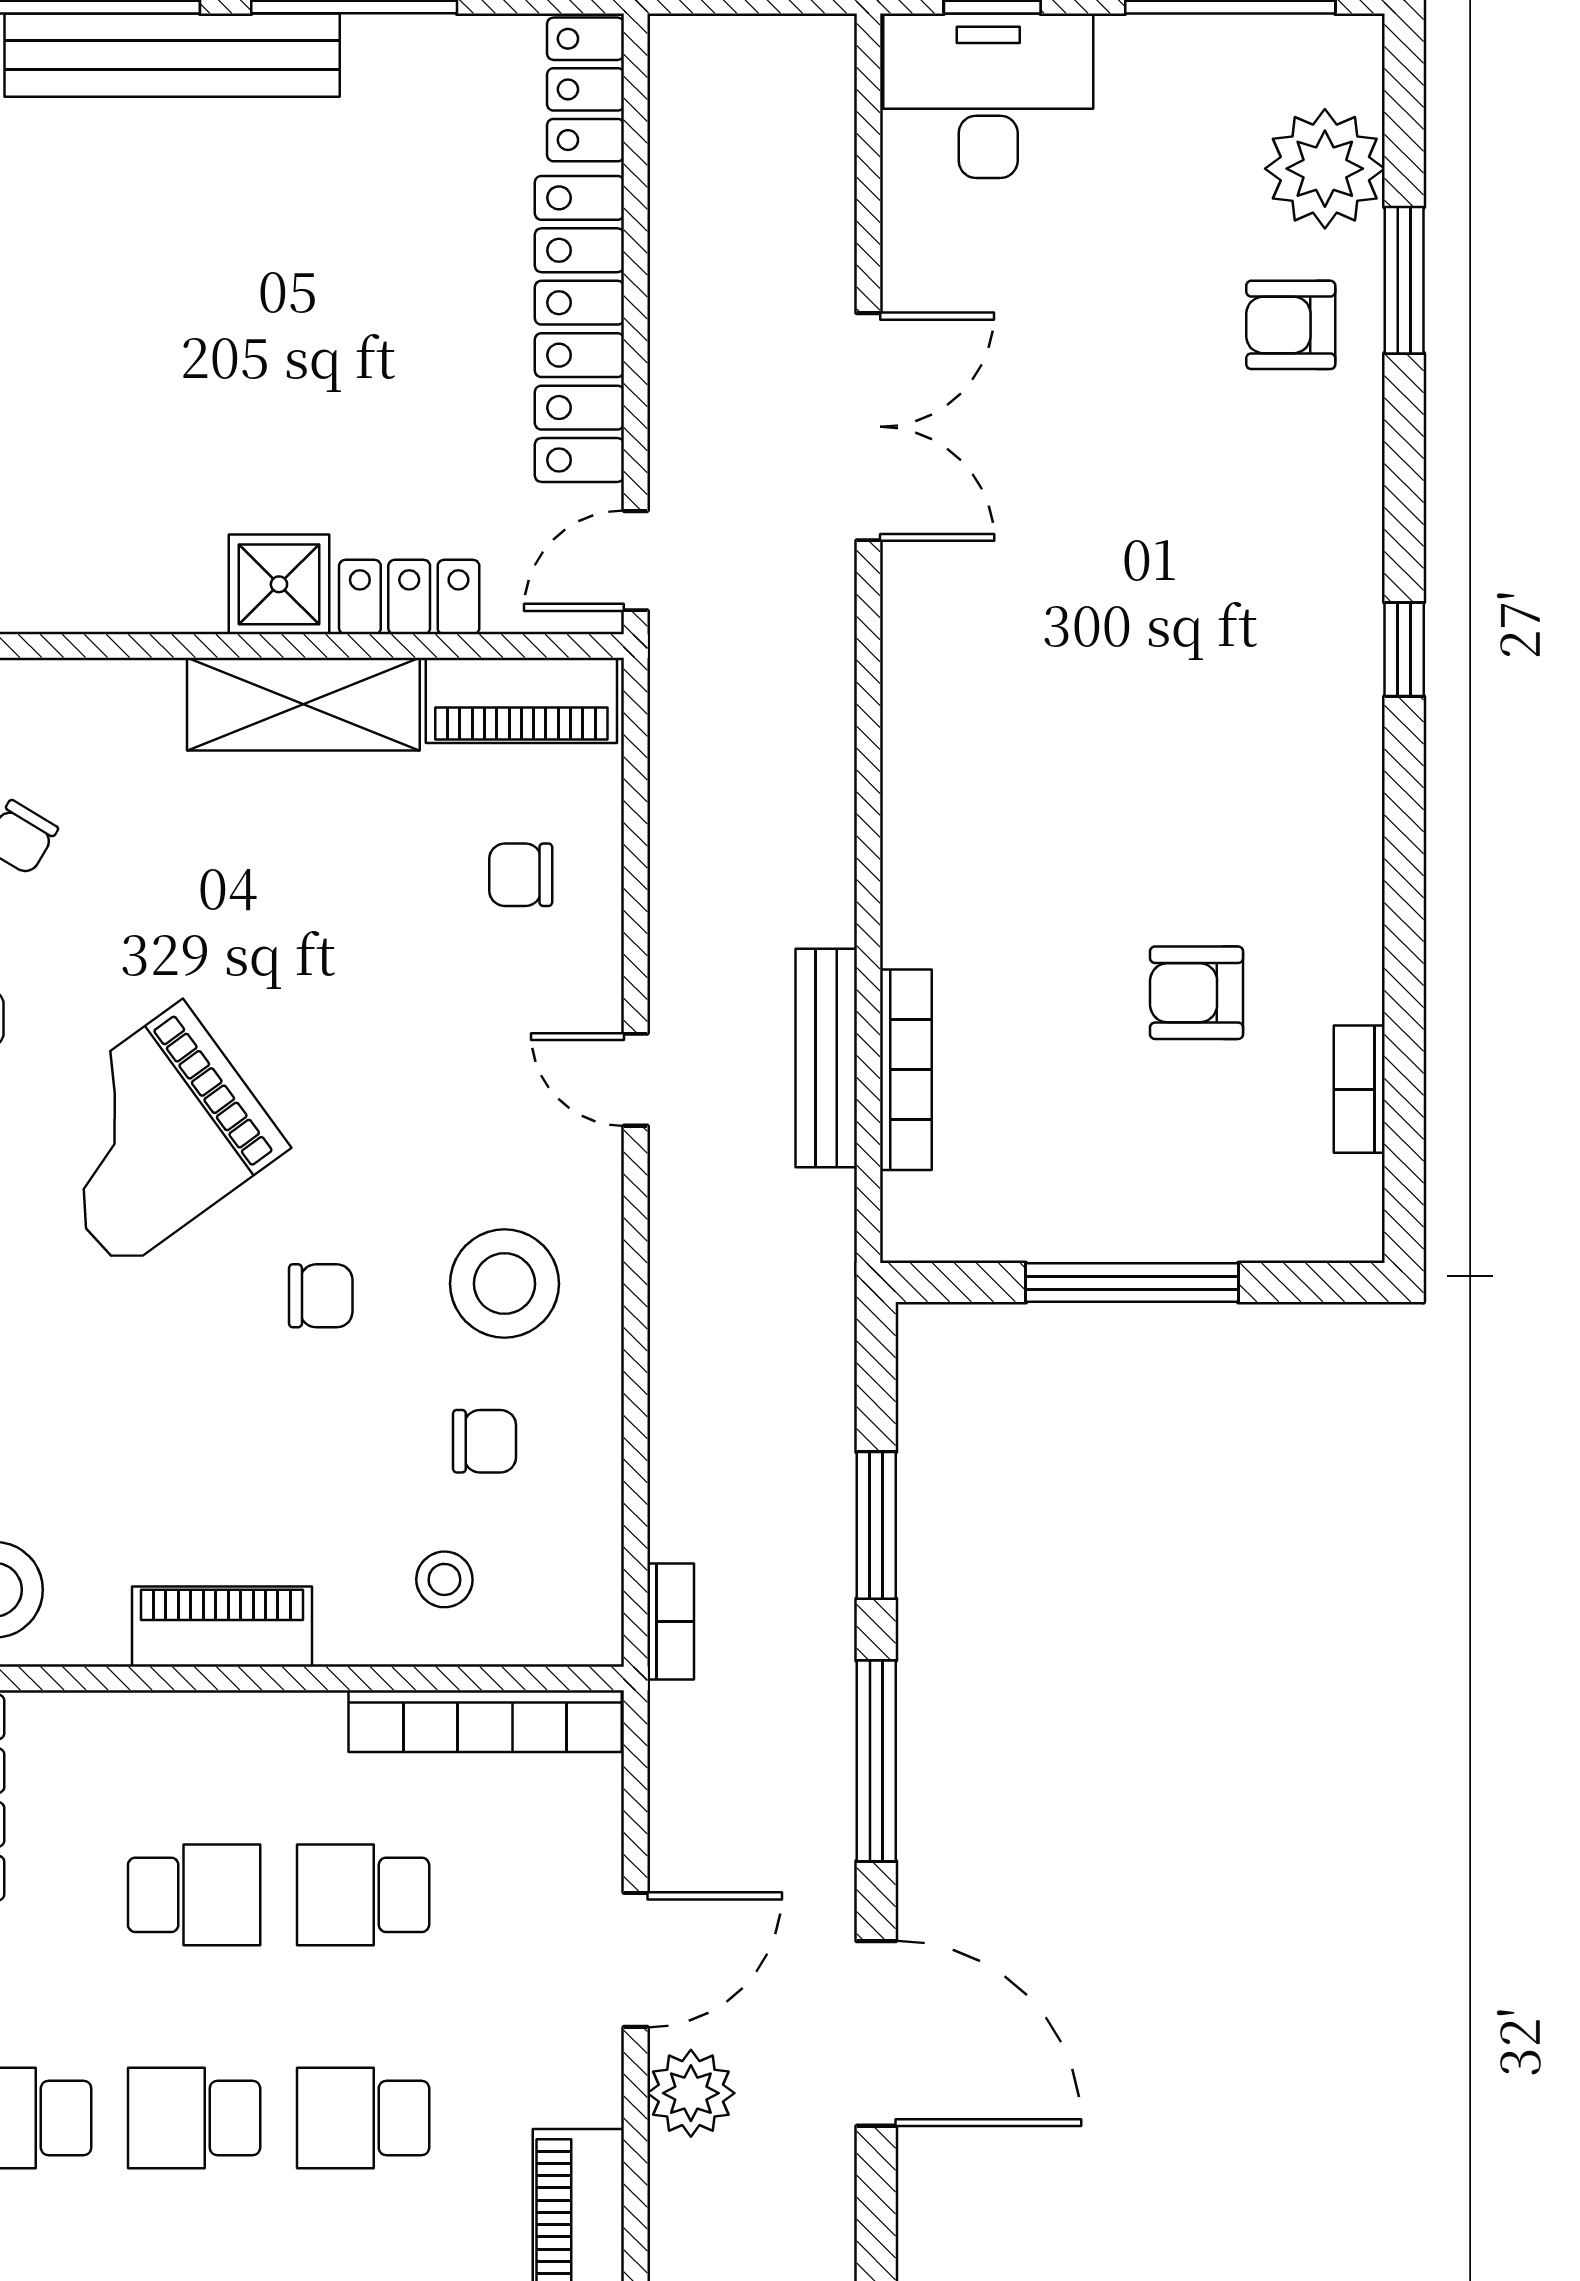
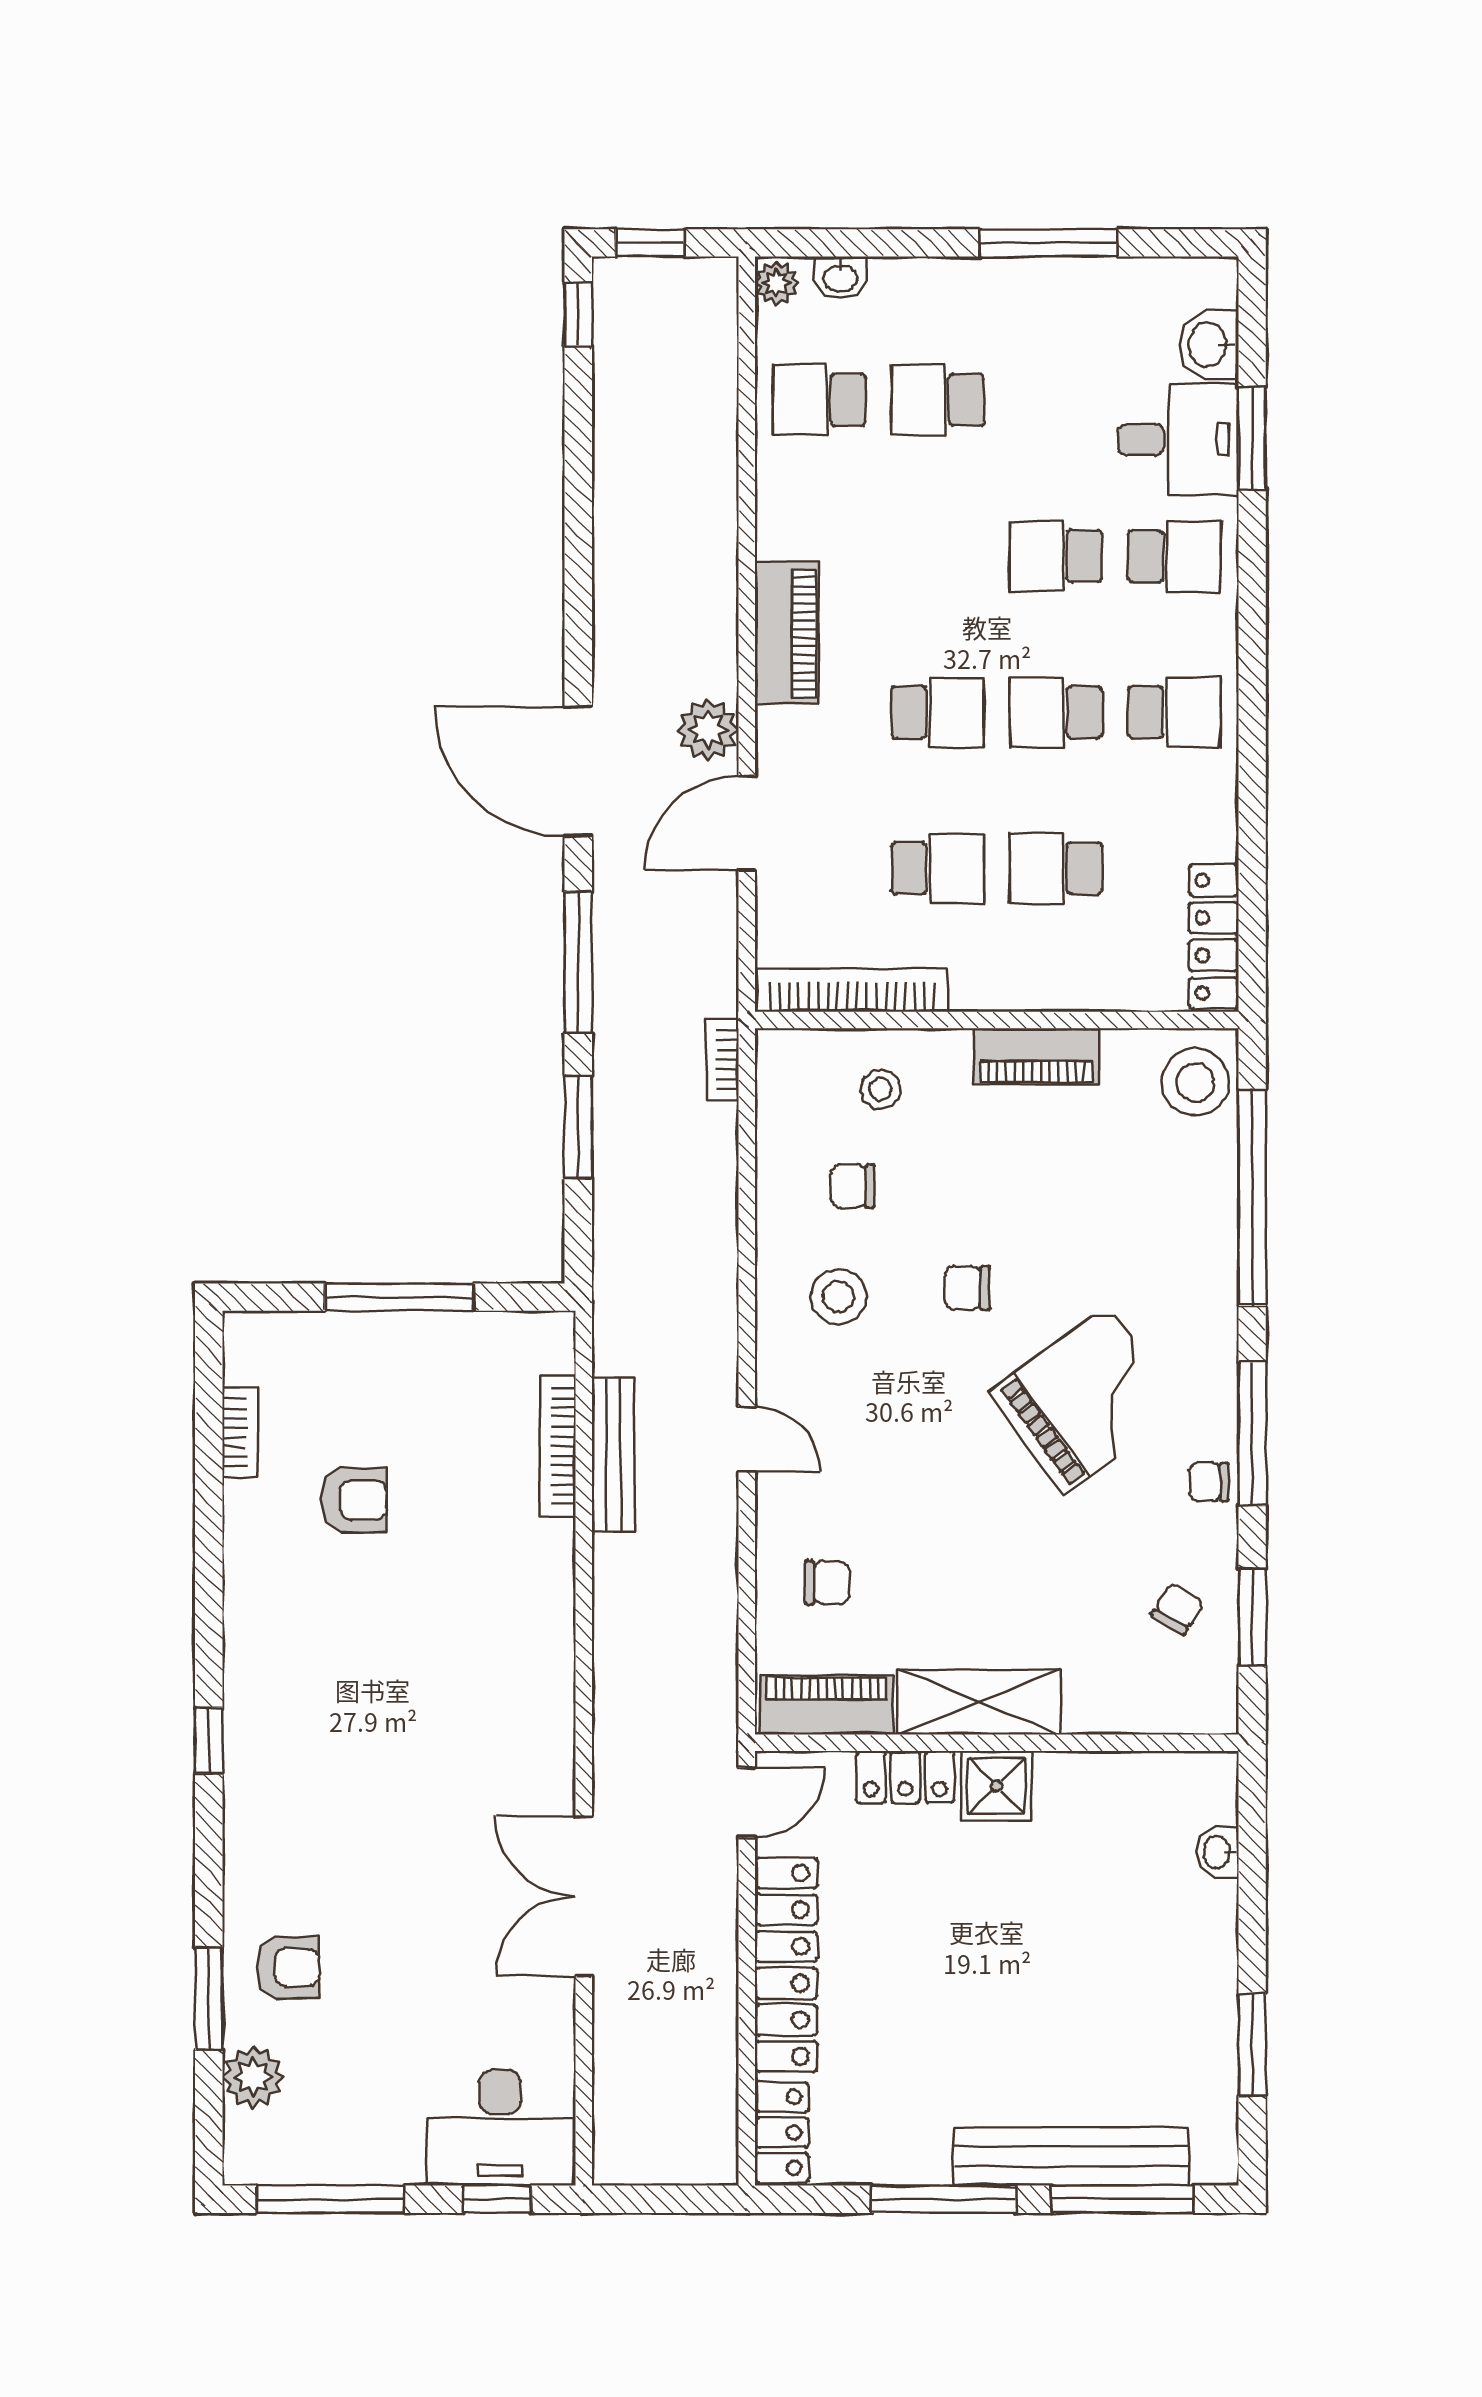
plant: (1325, 169) -> (253, 2077), width x0.73, depth x0.73
stool: (504, 1284) -> (839, 1296), width x0.73, depth x0.73
school desk: (194, 2118) -> (1056, 712), turned 180

